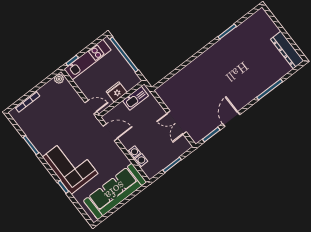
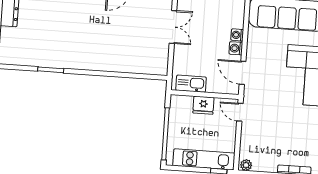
washing machine: (141, 160) -> (236, 48), moved

